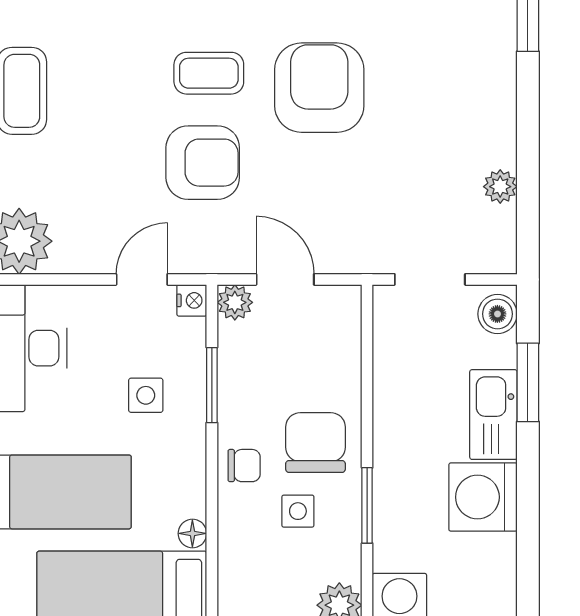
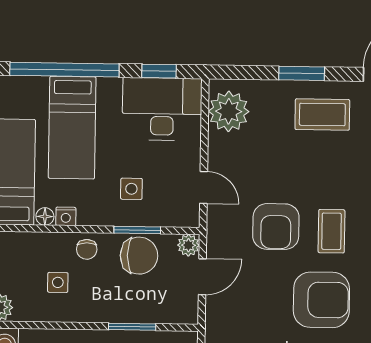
nightstand: (192, 300) -> (66, 216), moved
chair: (315, 443) -> (139, 256), moved
window: (367, 505) -> (132, 327), moved

